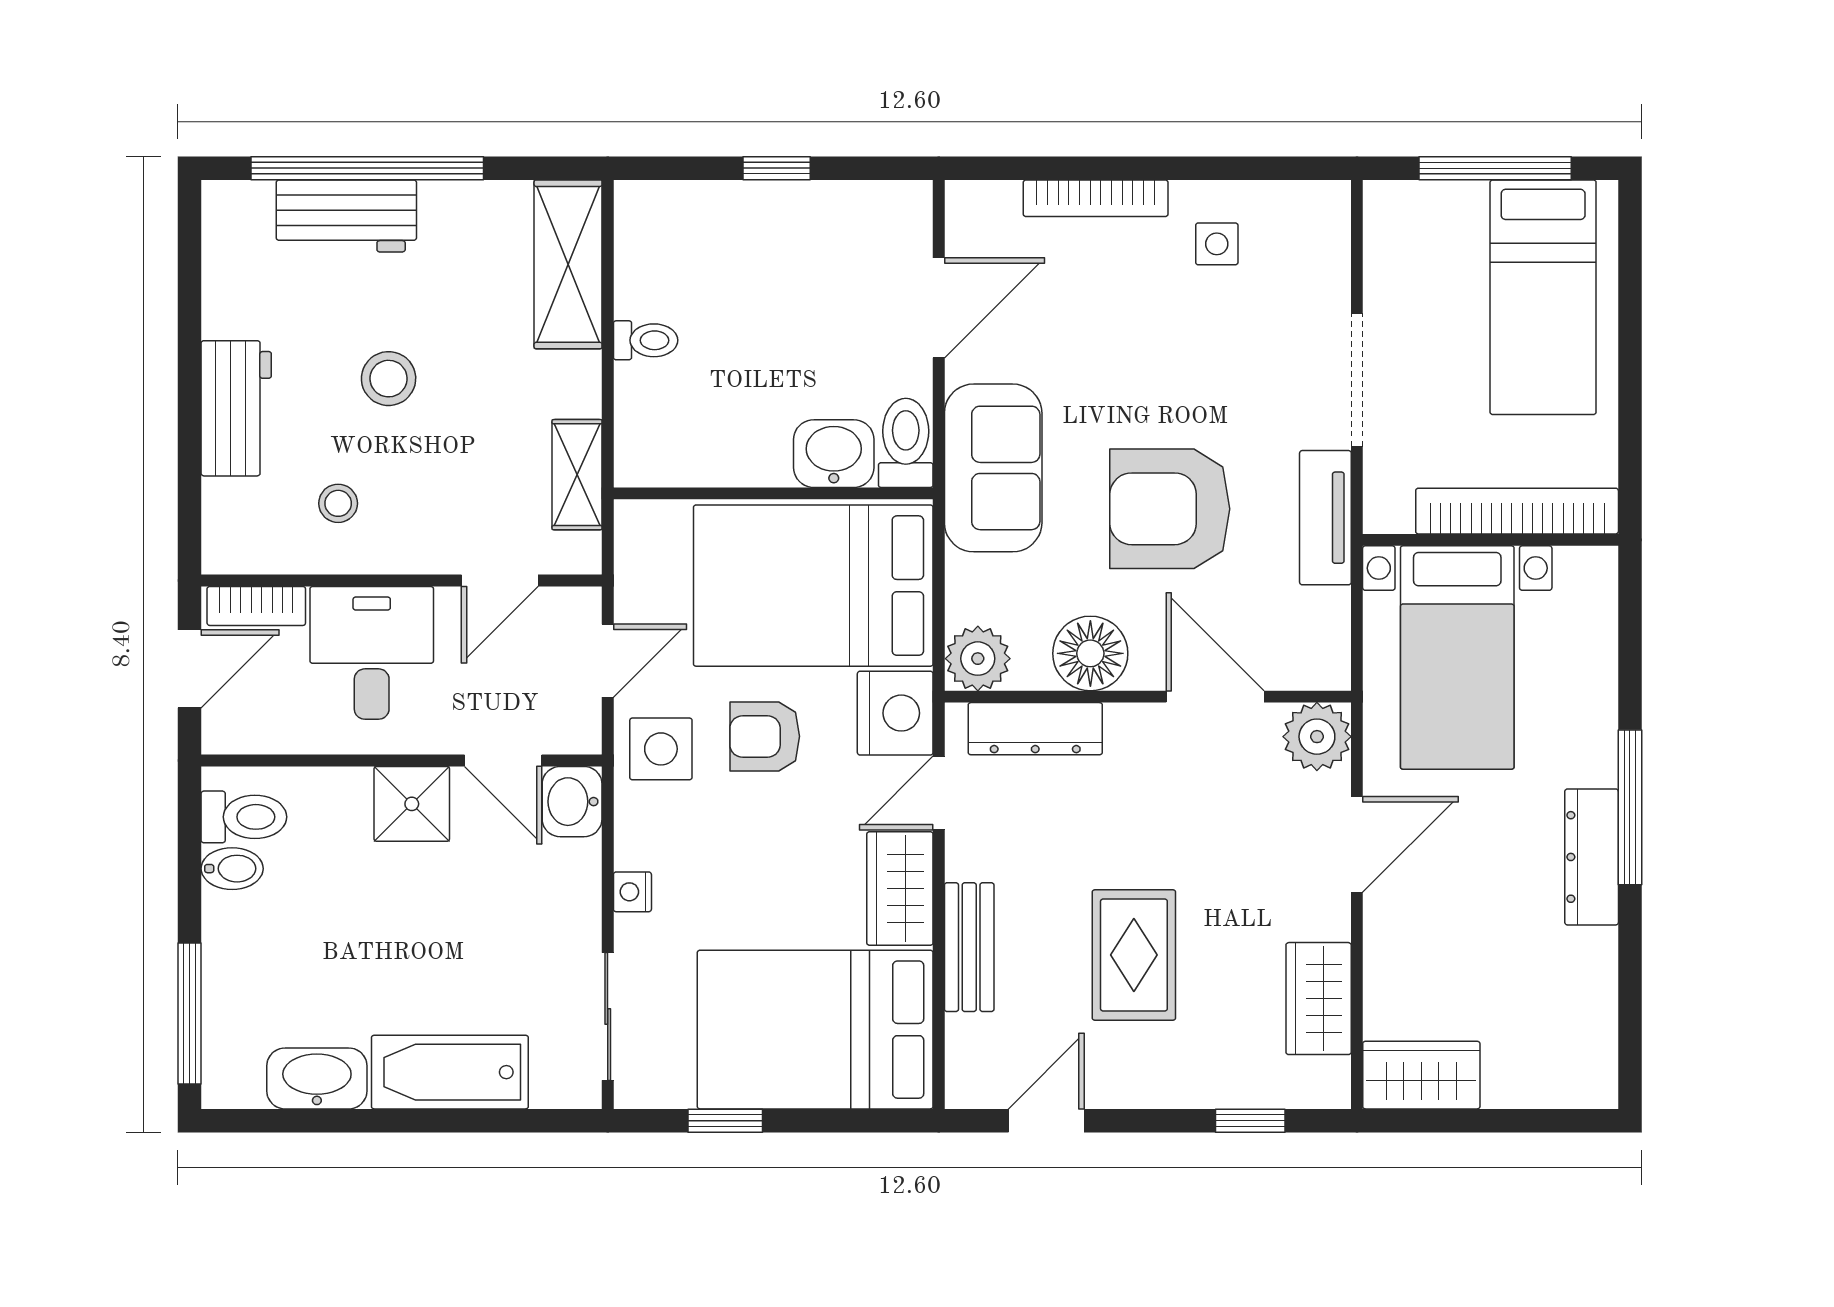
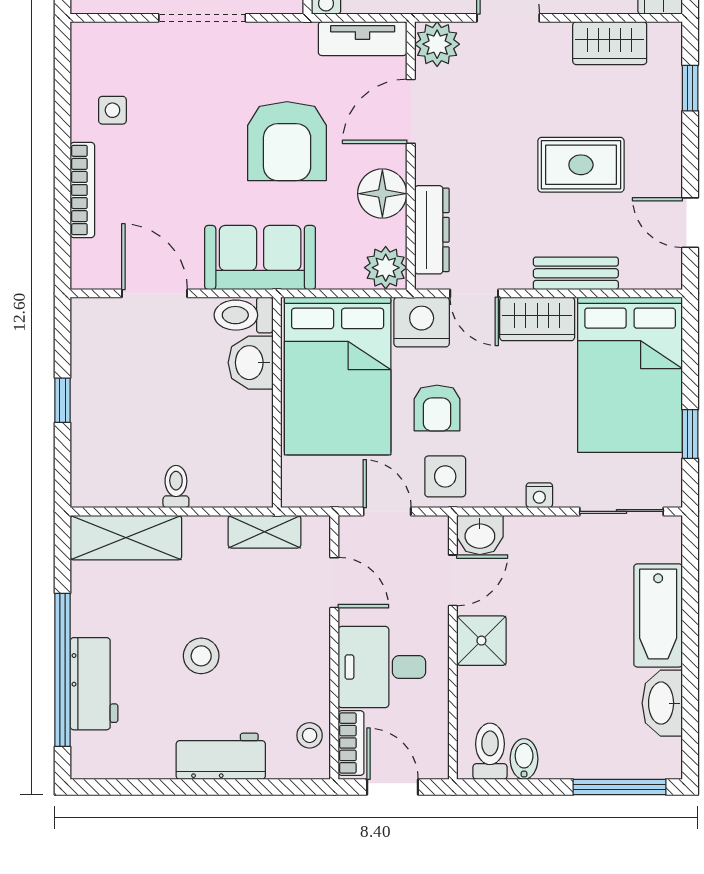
stool: (338, 503) -> (310, 735), moved
tv unit: (1325, 518) -> (363, 39), moved

